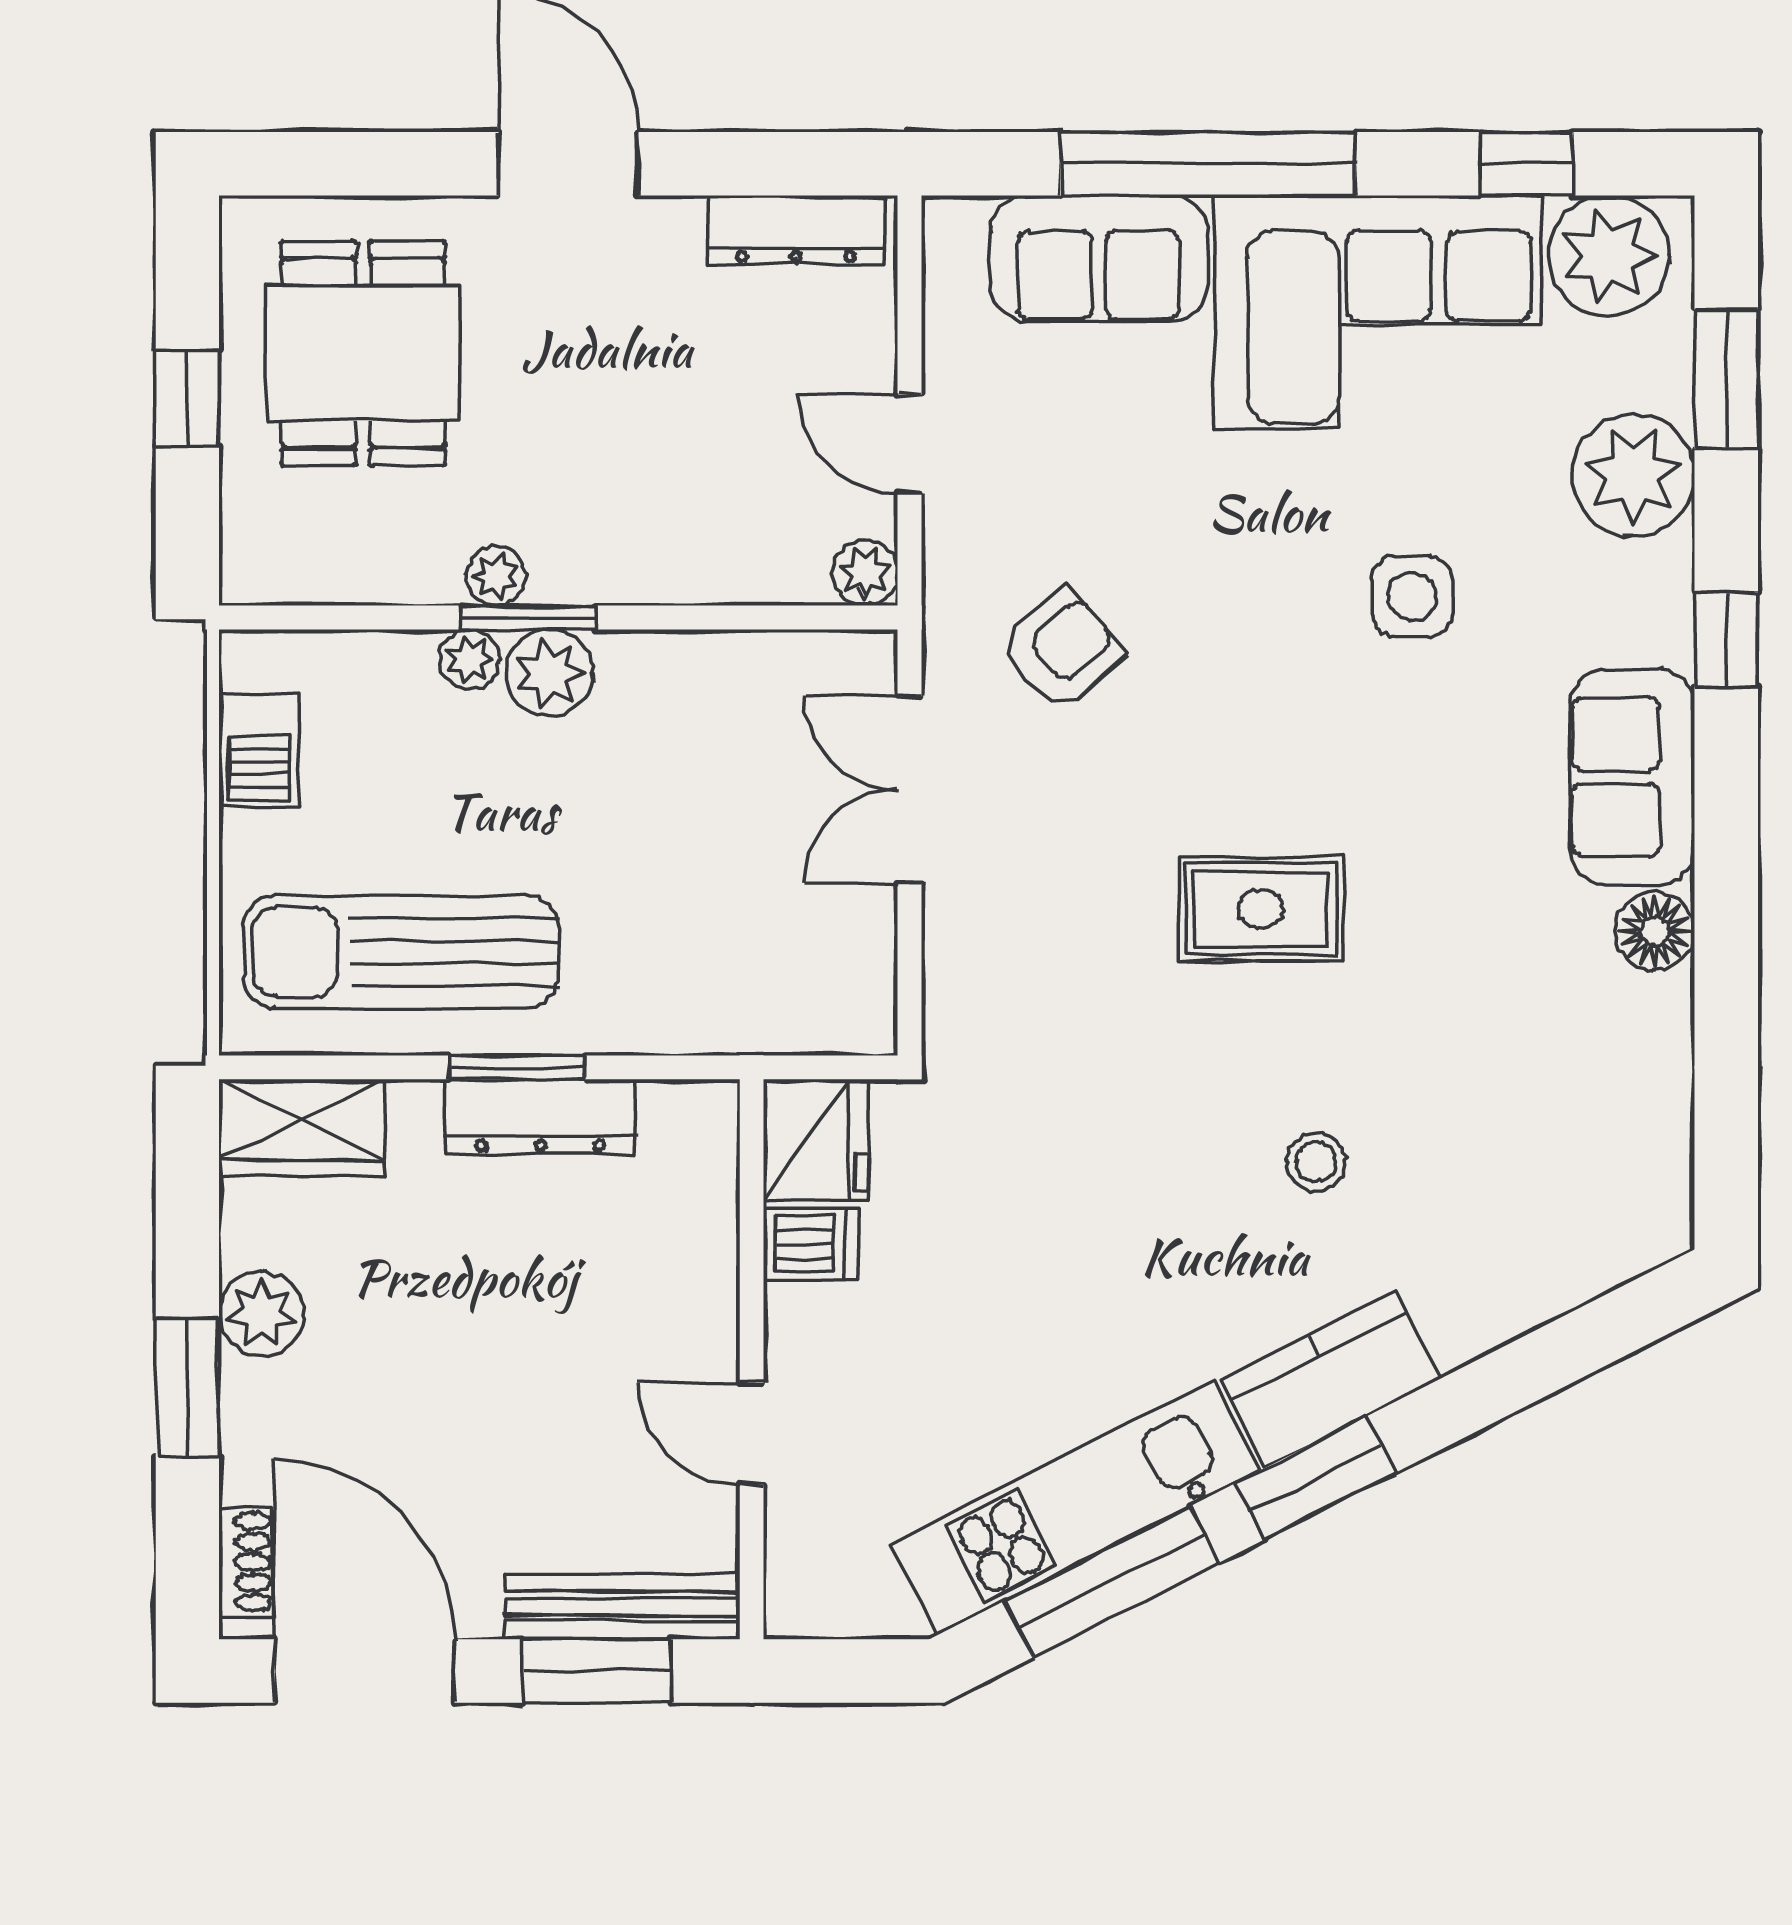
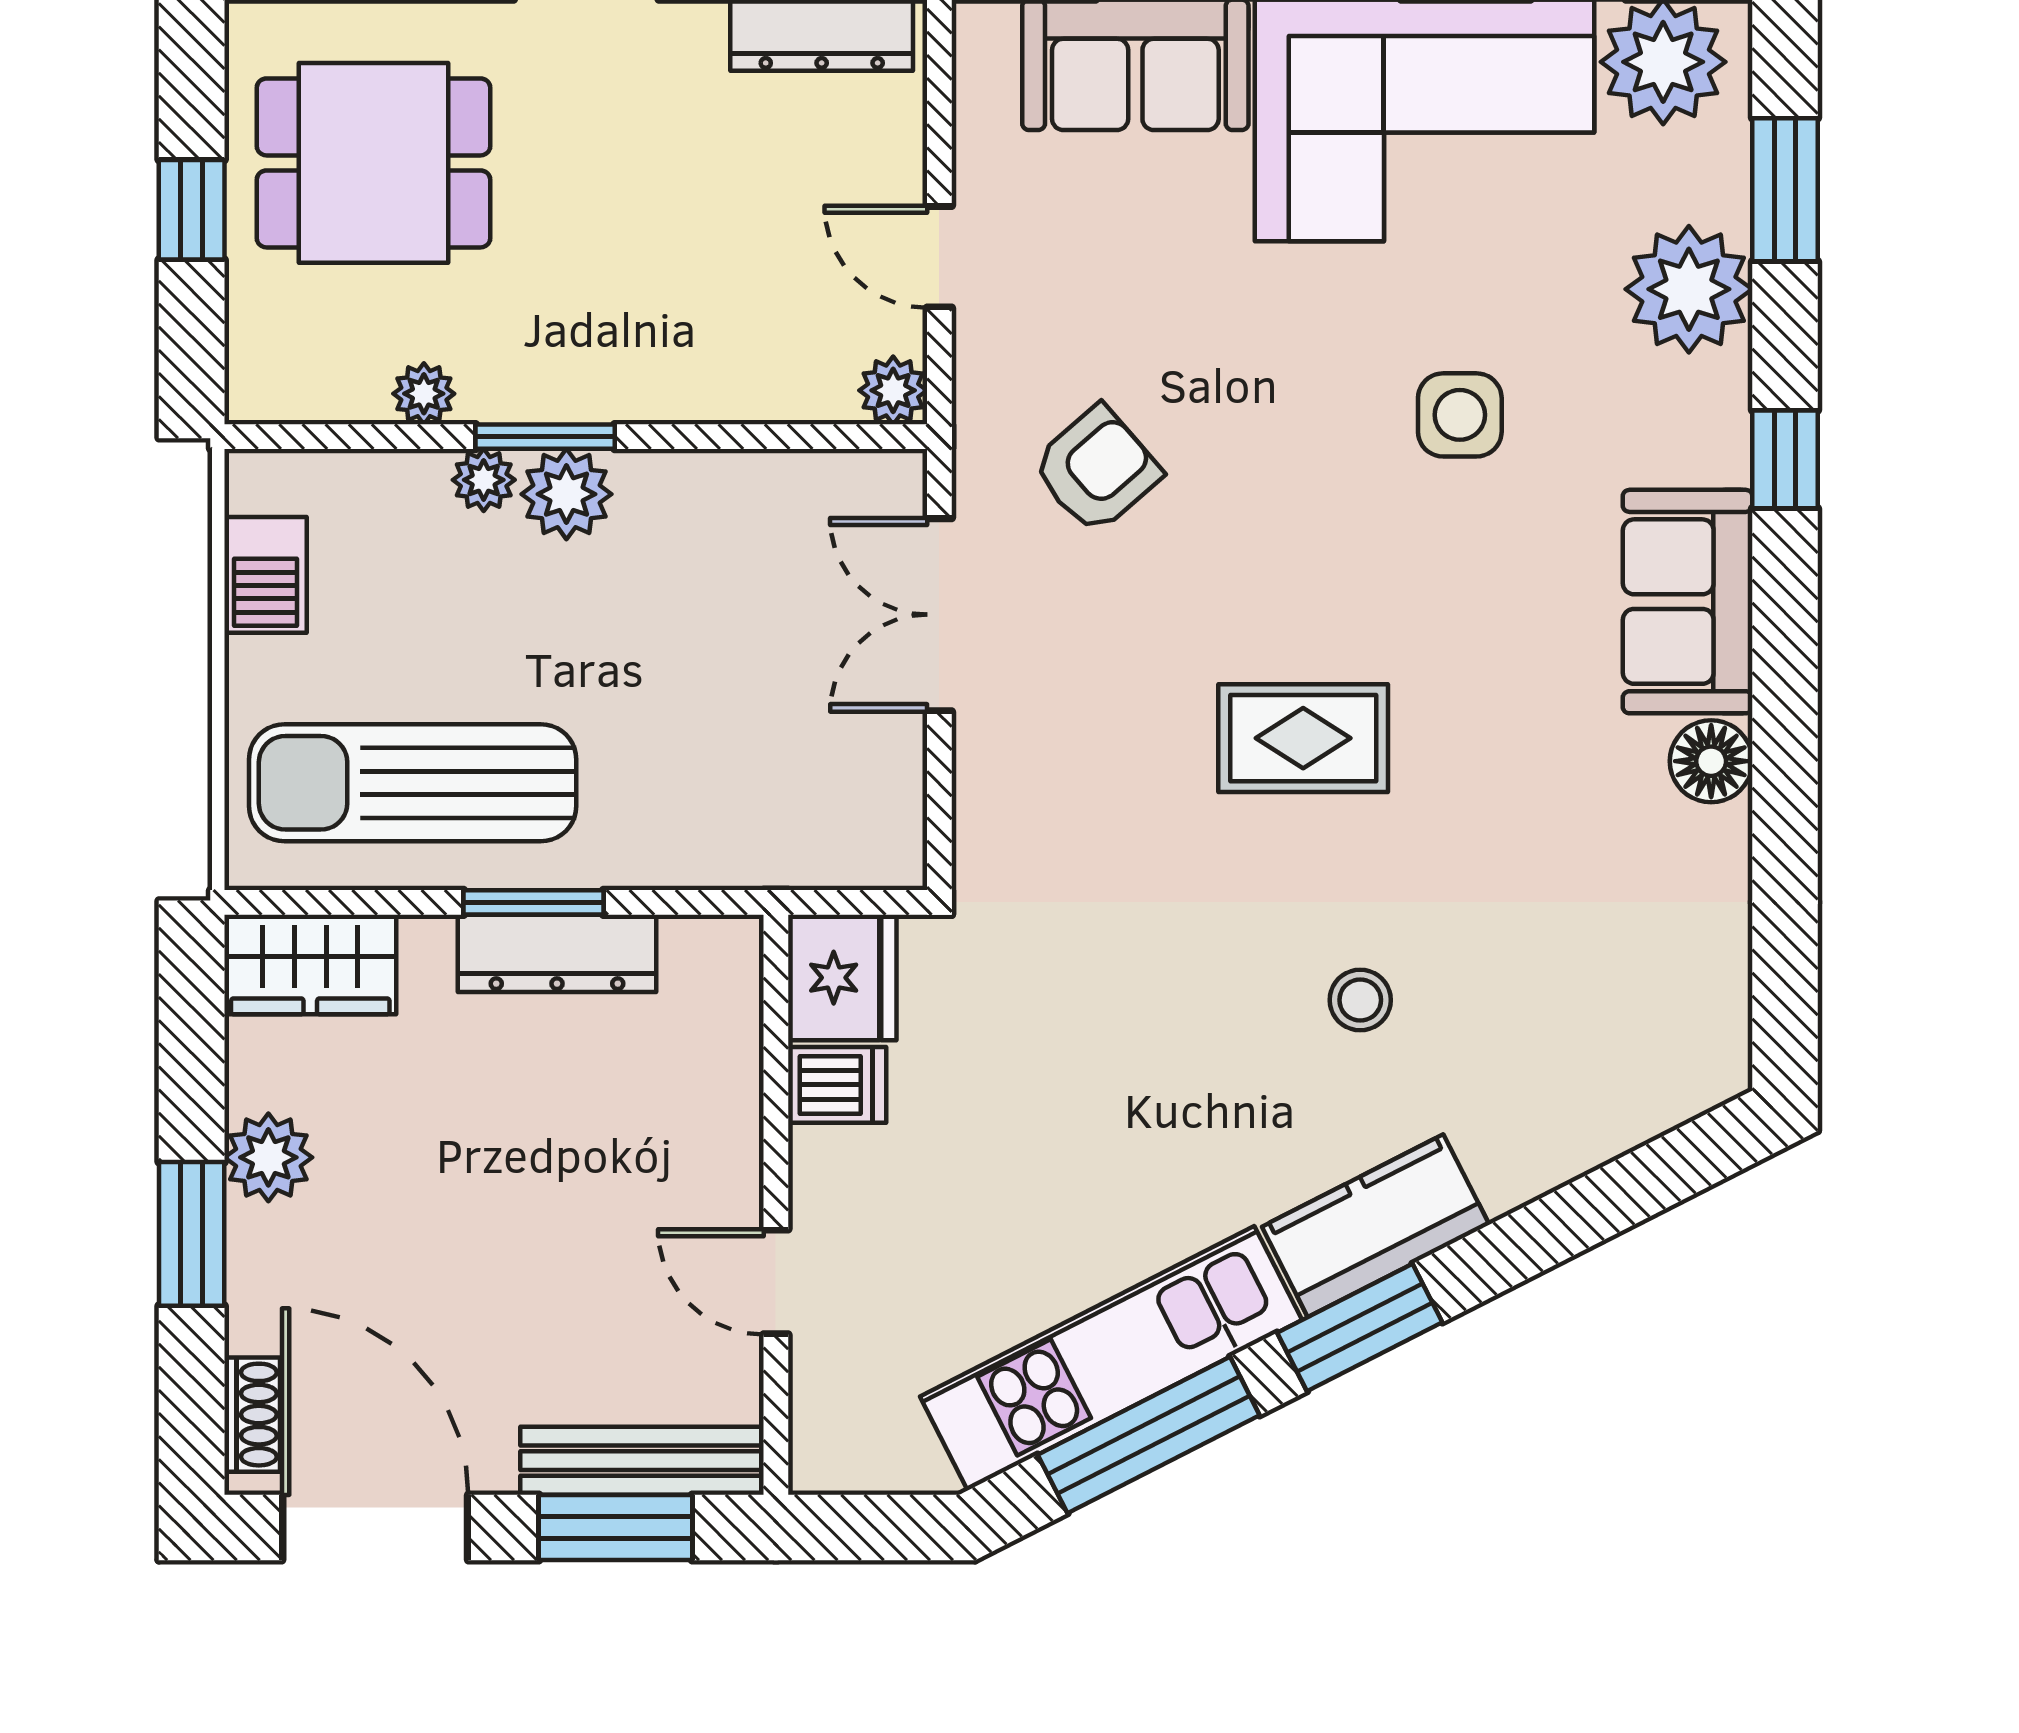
dining table: (363, 353) -> (374, 163), turned 90
plant: (496, 576) -> (424, 394), moved

